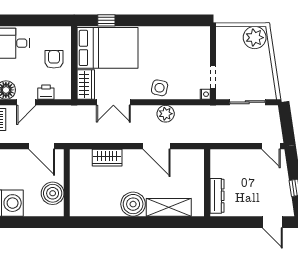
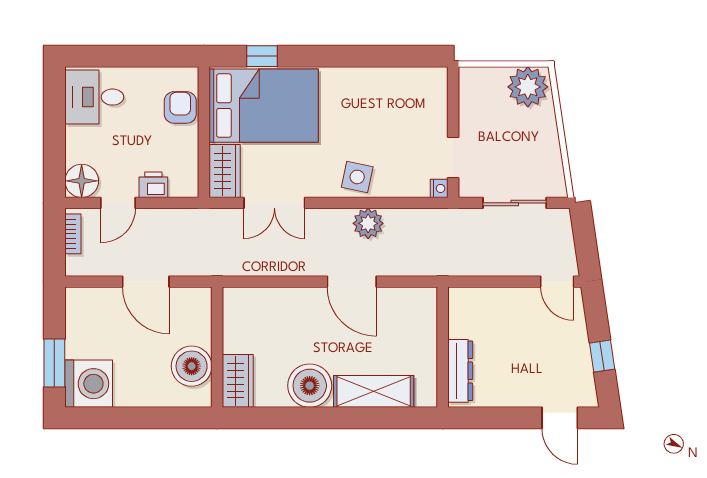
armchair: (54, 59) -> (180, 107), moved
wardrobe: (107, 158) -> (238, 381), moved, turned -90
wall: (67, 183) -> (217, 347), moved
boiler: (53, 193) -> (192, 366), moved

